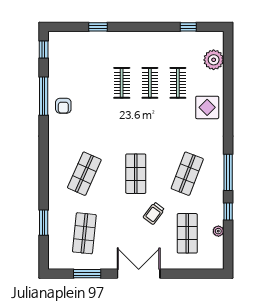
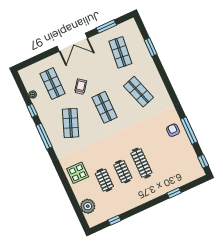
clothes rail: (122, 83) -> (141, 163), width x1.36
shop shelf: (84, 174) -> (139, 92), turned -42

